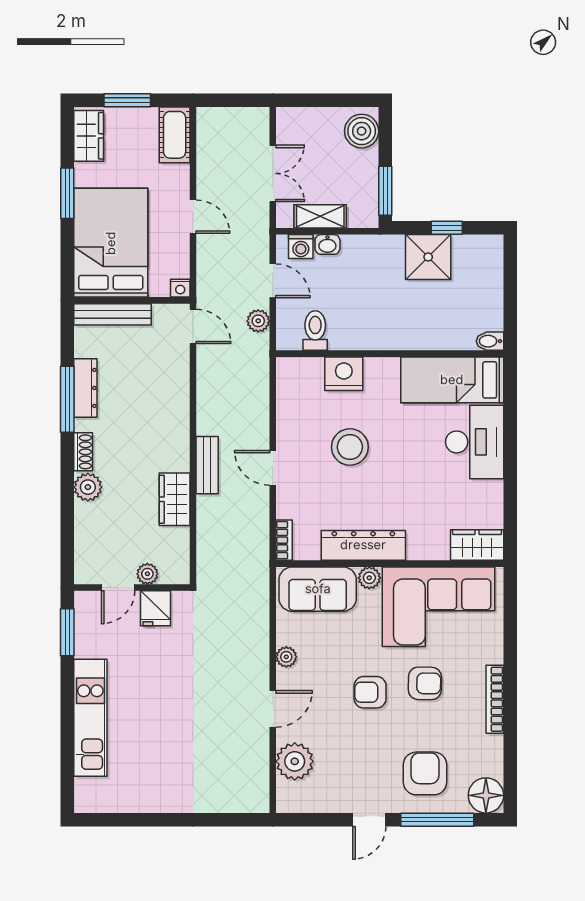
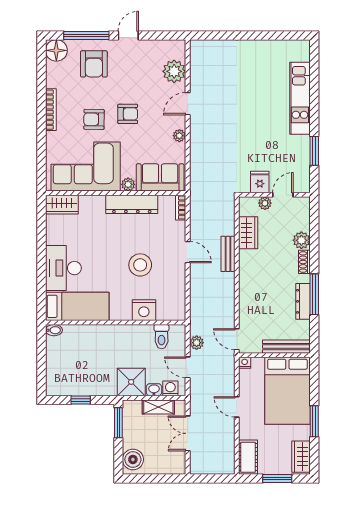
shower: (428, 257) -> (131, 382), moved
plant: (147, 574) -> (265, 203), moved
door: (118, 588) -> (283, 195), moved
wall: (132, 588) -> (274, 195), moved
fridge: (156, 608) -> (260, 182), moved

